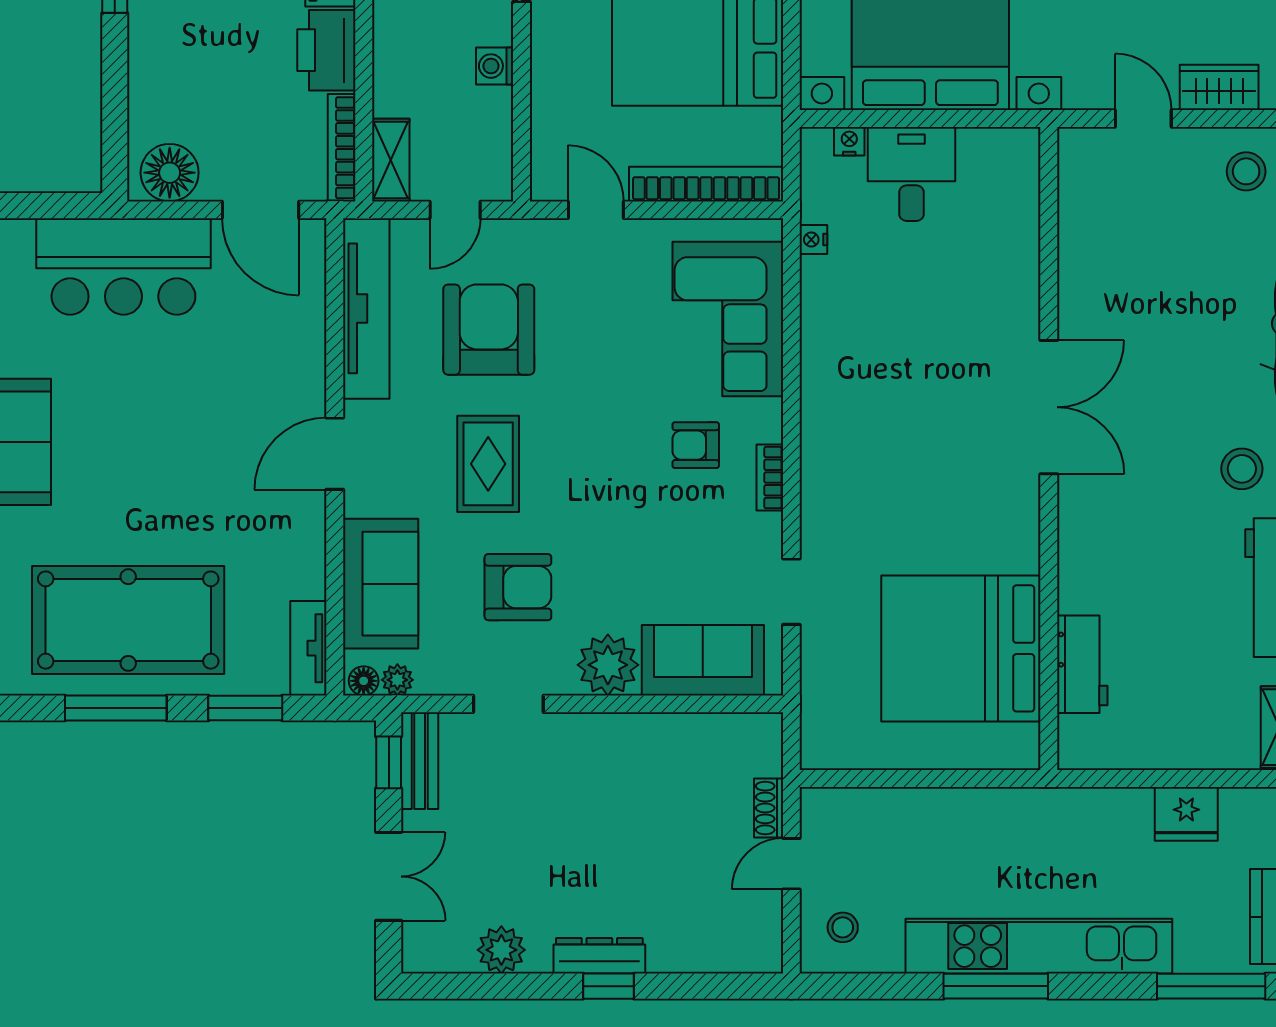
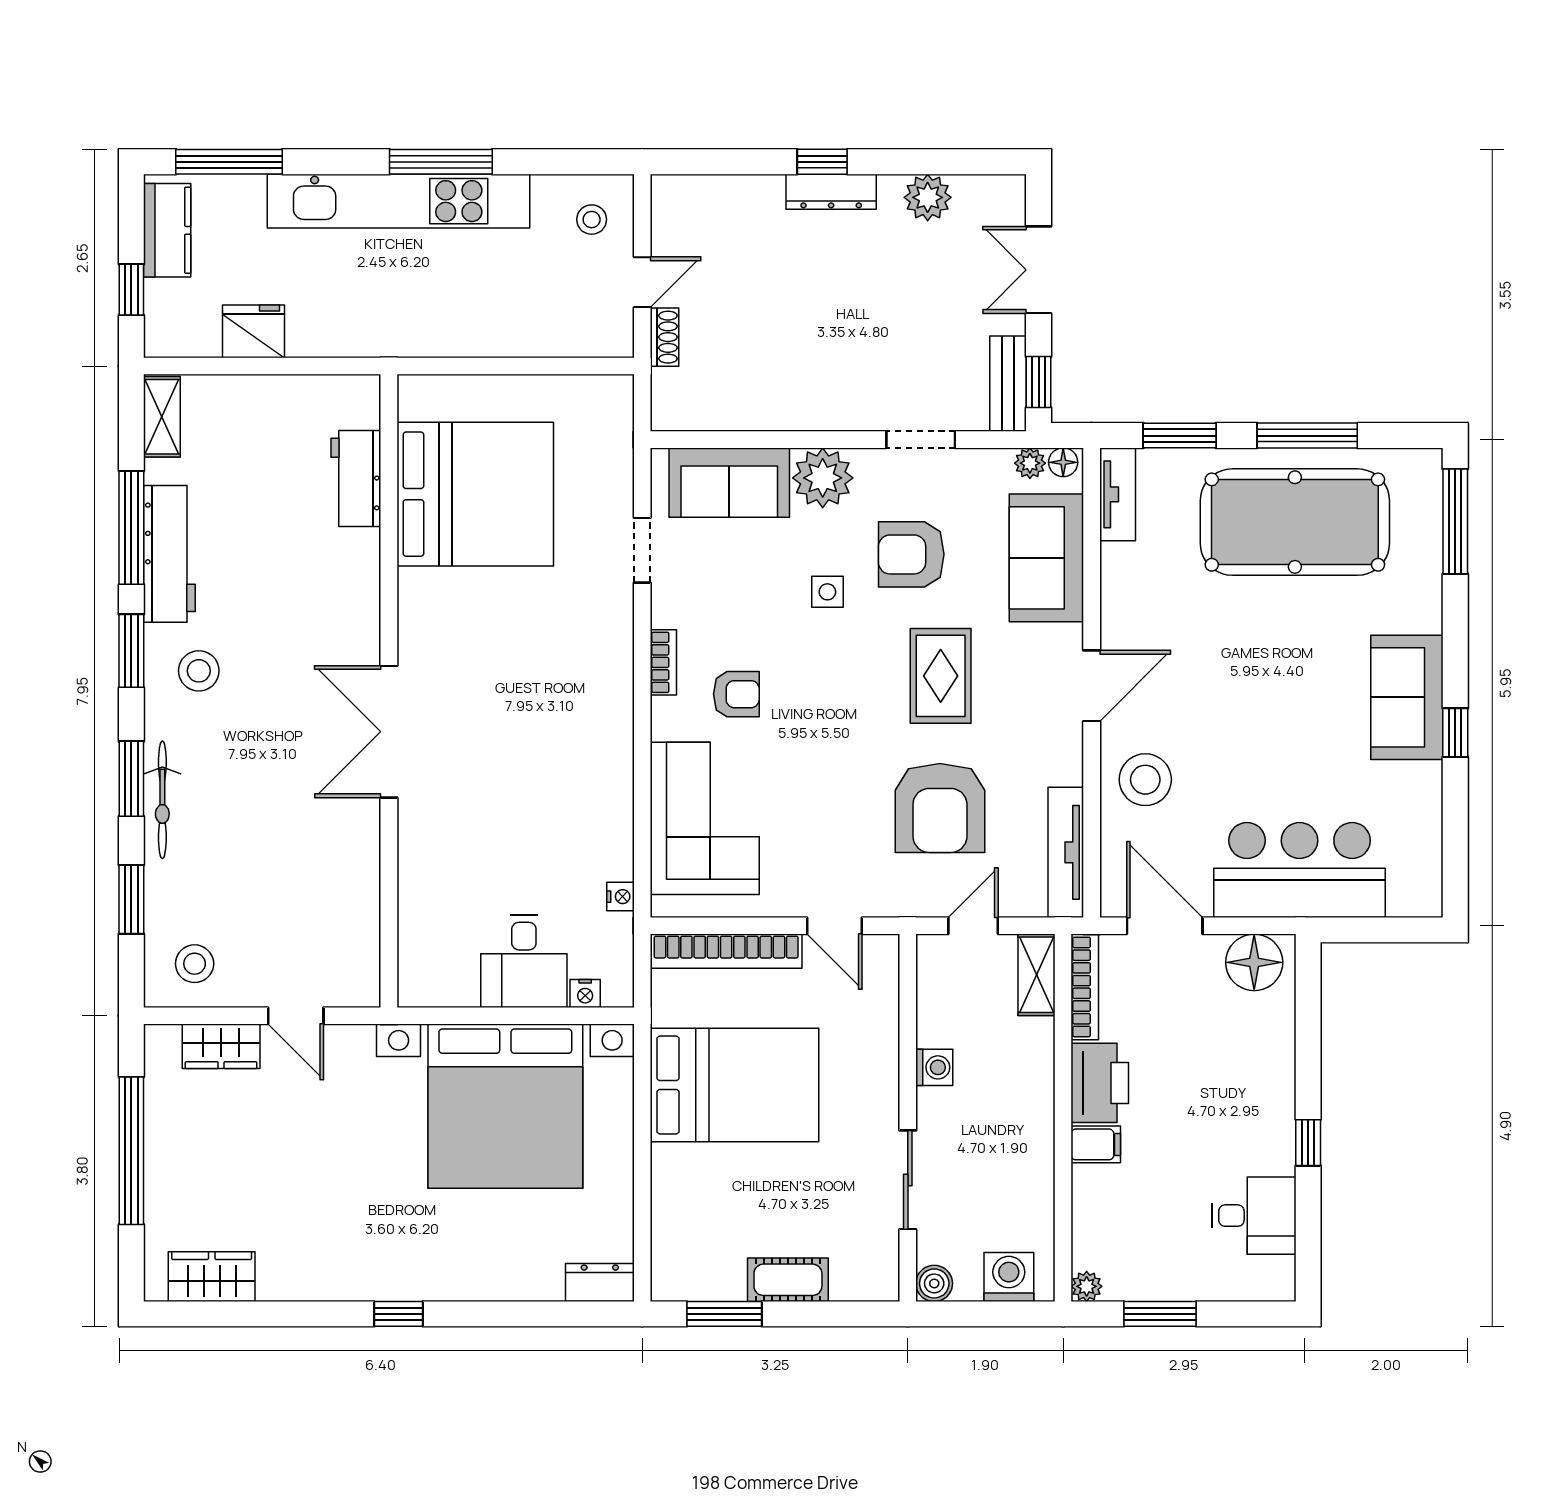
tv unit: (366, 308) -> (1066, 852), width x0.73, depth x0.78
stool: (280, 358) -> (1145, 780), added
side table: (603, 549) -> (827, 592), added

